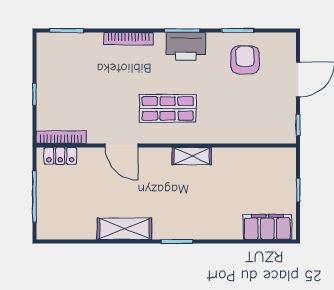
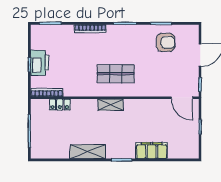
printer: (186, 47) -> (40, 63), moved, turned -90
armchair: (245, 60) -> (166, 42), turned 90
door: (121, 145) -> (182, 98), moved
locker: (60, 156) -> (60, 104), moved
shelving: (192, 156) -> (110, 105), moved
filing cabinet: (267, 227) -> (152, 151), moved

